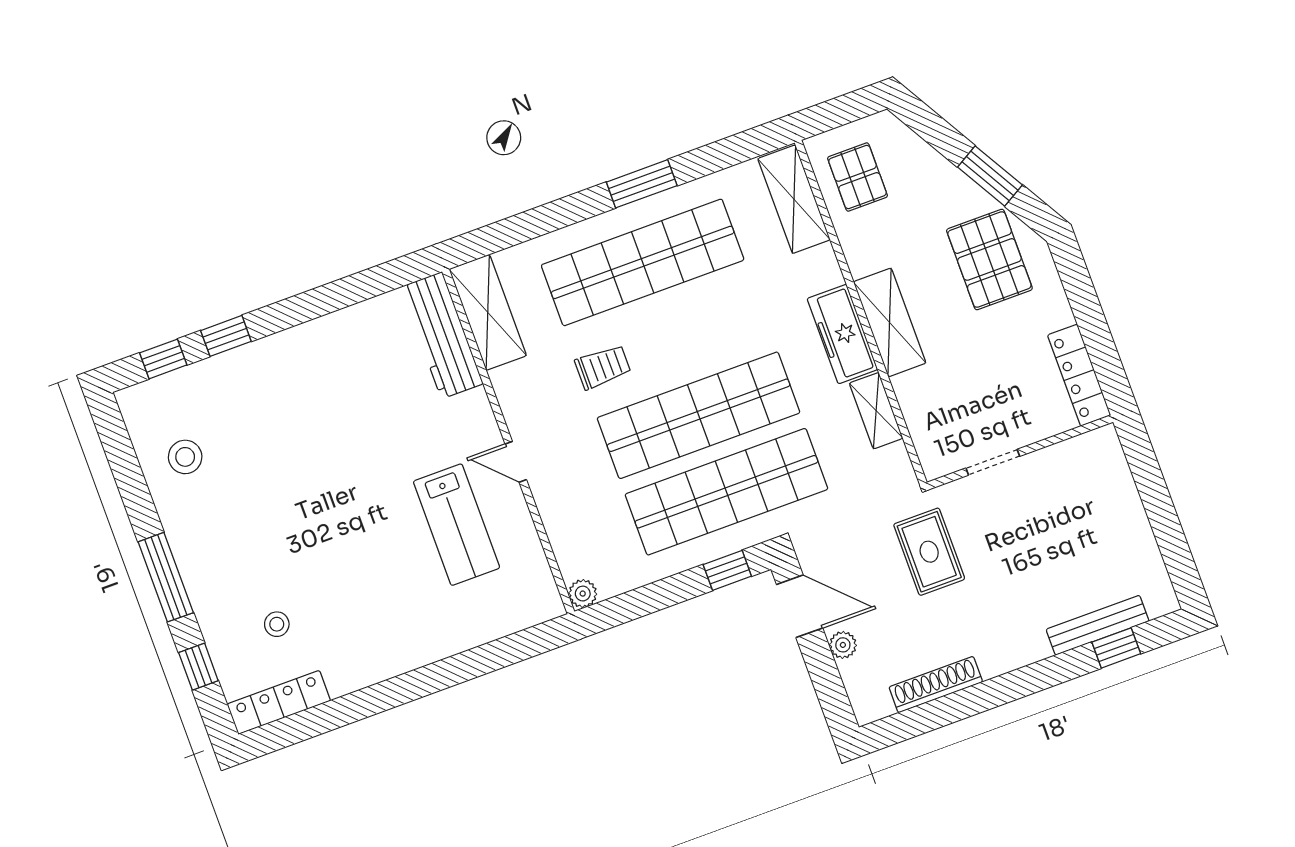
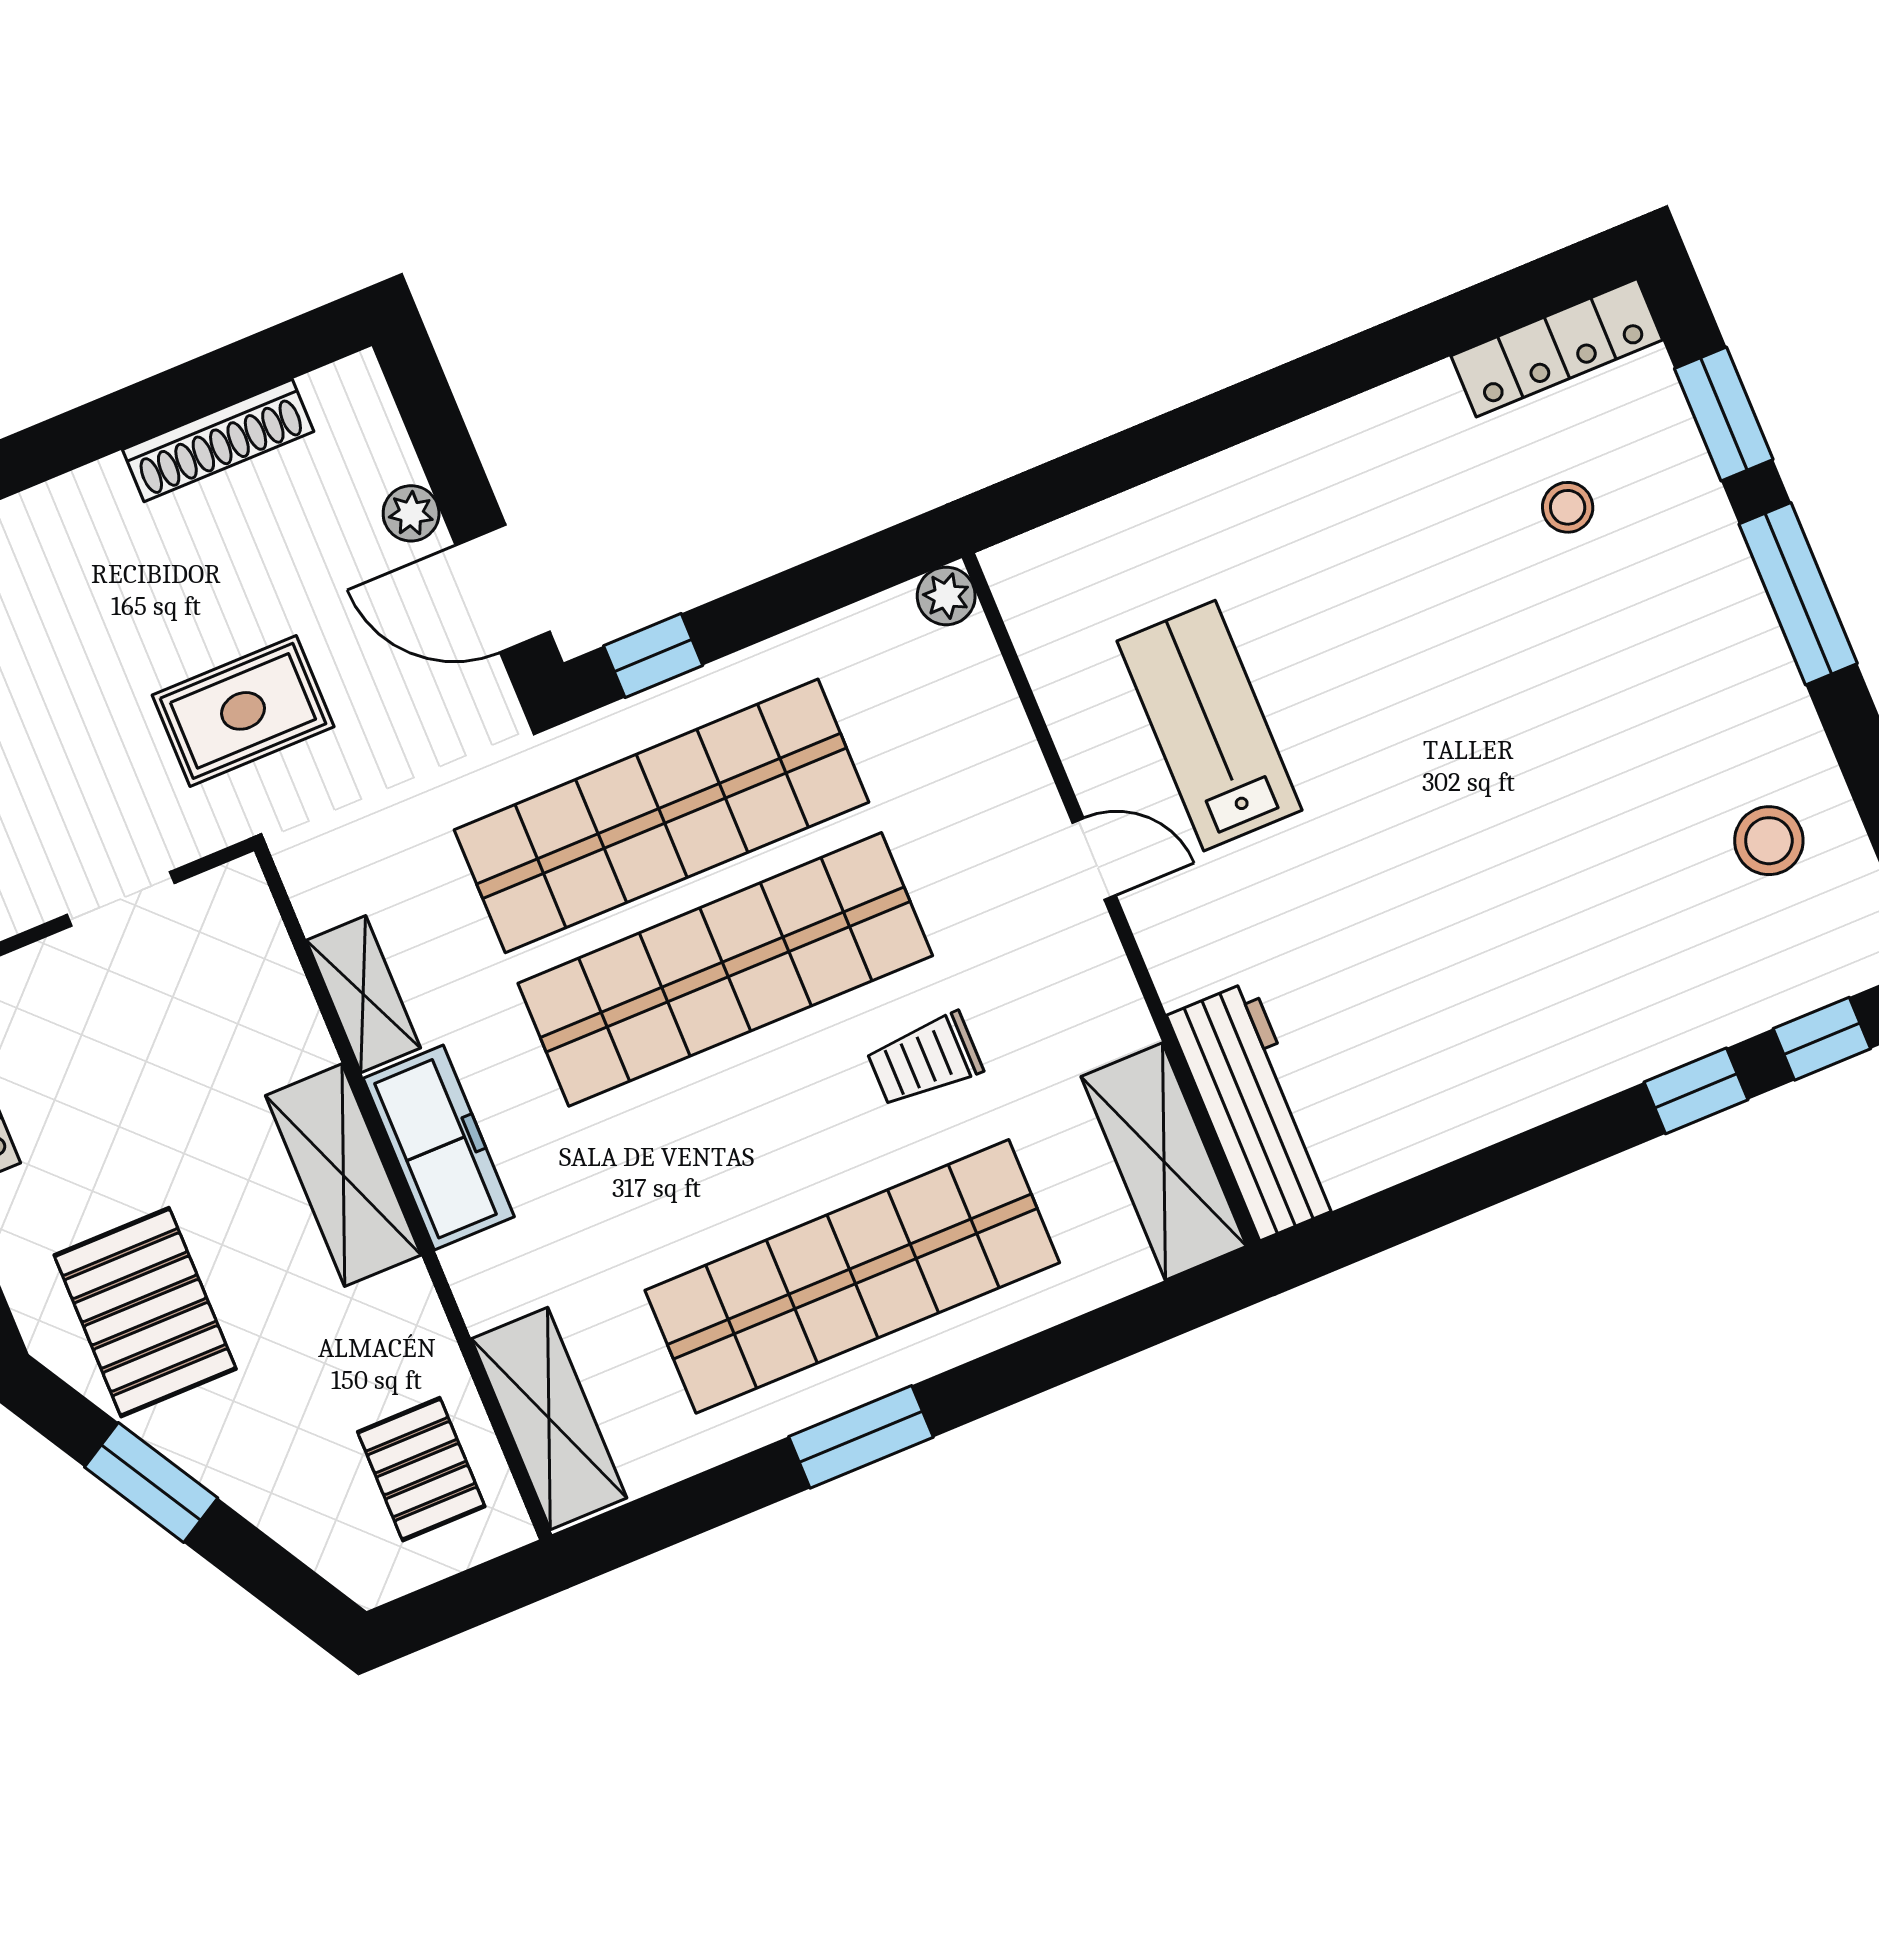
rug: (929, 552) -> (243, 711), turned 90
window: (198, 667) -> (1724, 414), width x1.50

